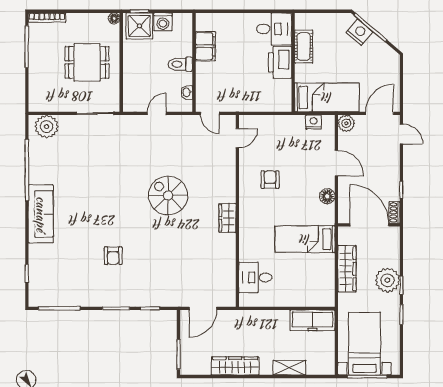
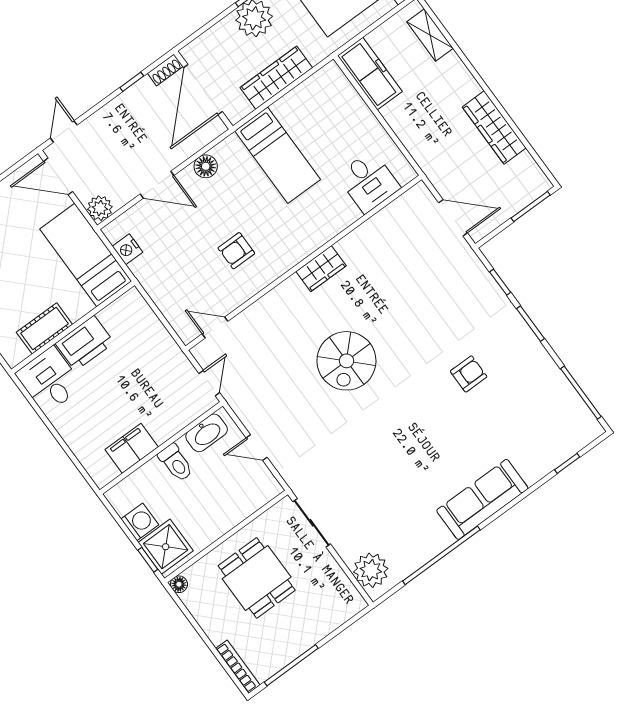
washbasin: (187, 92) -> (207, 433), width x1.91, depth x1.45
door: (336, 163) -> (157, 185), swing flipped
shelving: (289, 368) -> (430, 35), moved

